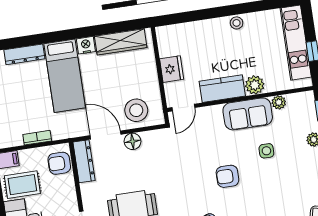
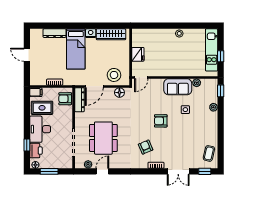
plant: (255, 85) -> (184, 71), removed
kitchen counter: (222, 89) -> (165, 70), removed
door: (106, 135) -> (94, 86), swing flipped
floor lamp: (132, 141) -> (119, 93), moved

